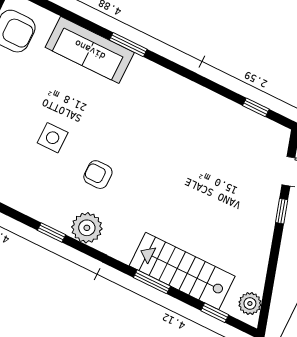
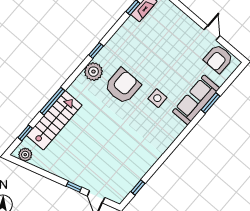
window: (128, 45) -> (211, 103), moved
side table: (53, 138) -> (157, 98), moved
armchair: (98, 175) -> (123, 86), width x1.88, depth x1.88
window: (152, 282) -> (52, 101), width x1.44

